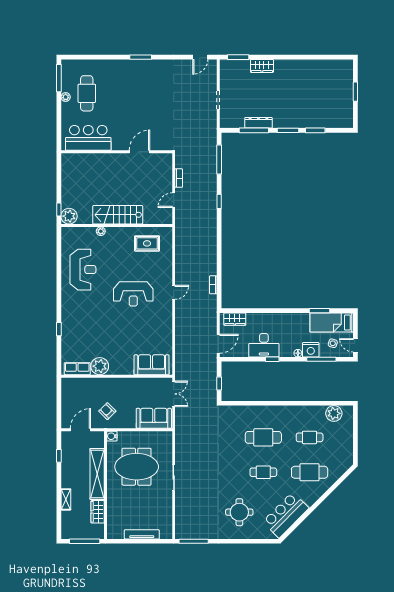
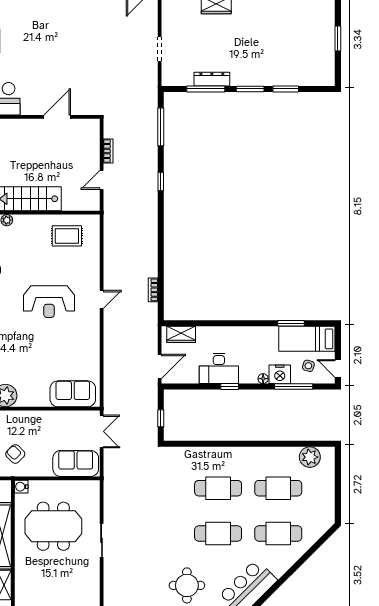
cafe table: (310, 437) -> (278, 488), width x1.37, depth x1.35
cafe table: (263, 472) -> (218, 534), width x1.37, depth x1.35

